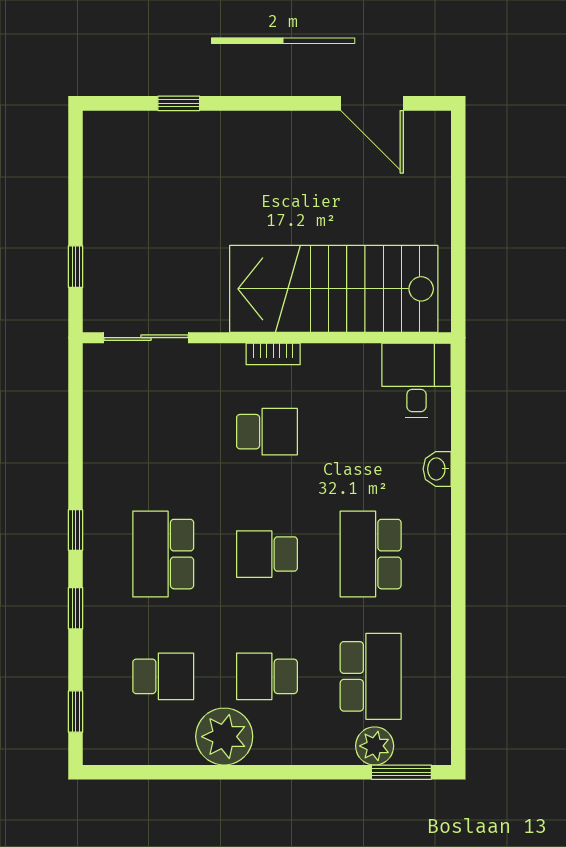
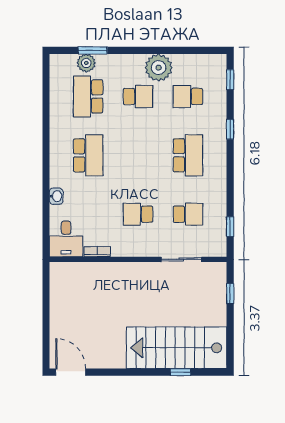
door: (372, 103) -> (71, 372), moved
stairs: (334, 289) -> (177, 348), moved, turned 180
sliding door: (146, 338) -> (181, 259), moved
bookcase: (273, 354) -> (97, 252), moved
window: (76, 530) -> (230, 227), moved
school desk: (267, 554) -> (188, 214), moved
window: (401, 772) -> (93, 50), moved

